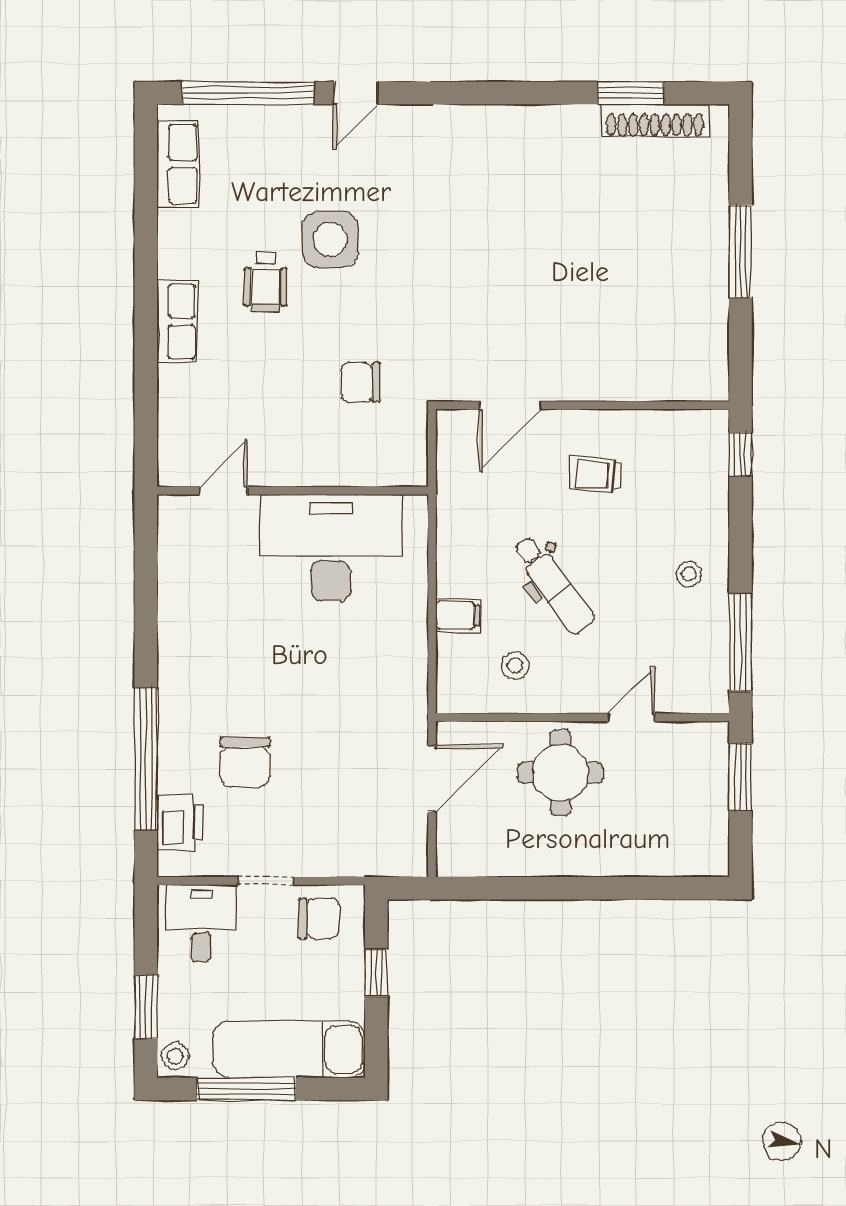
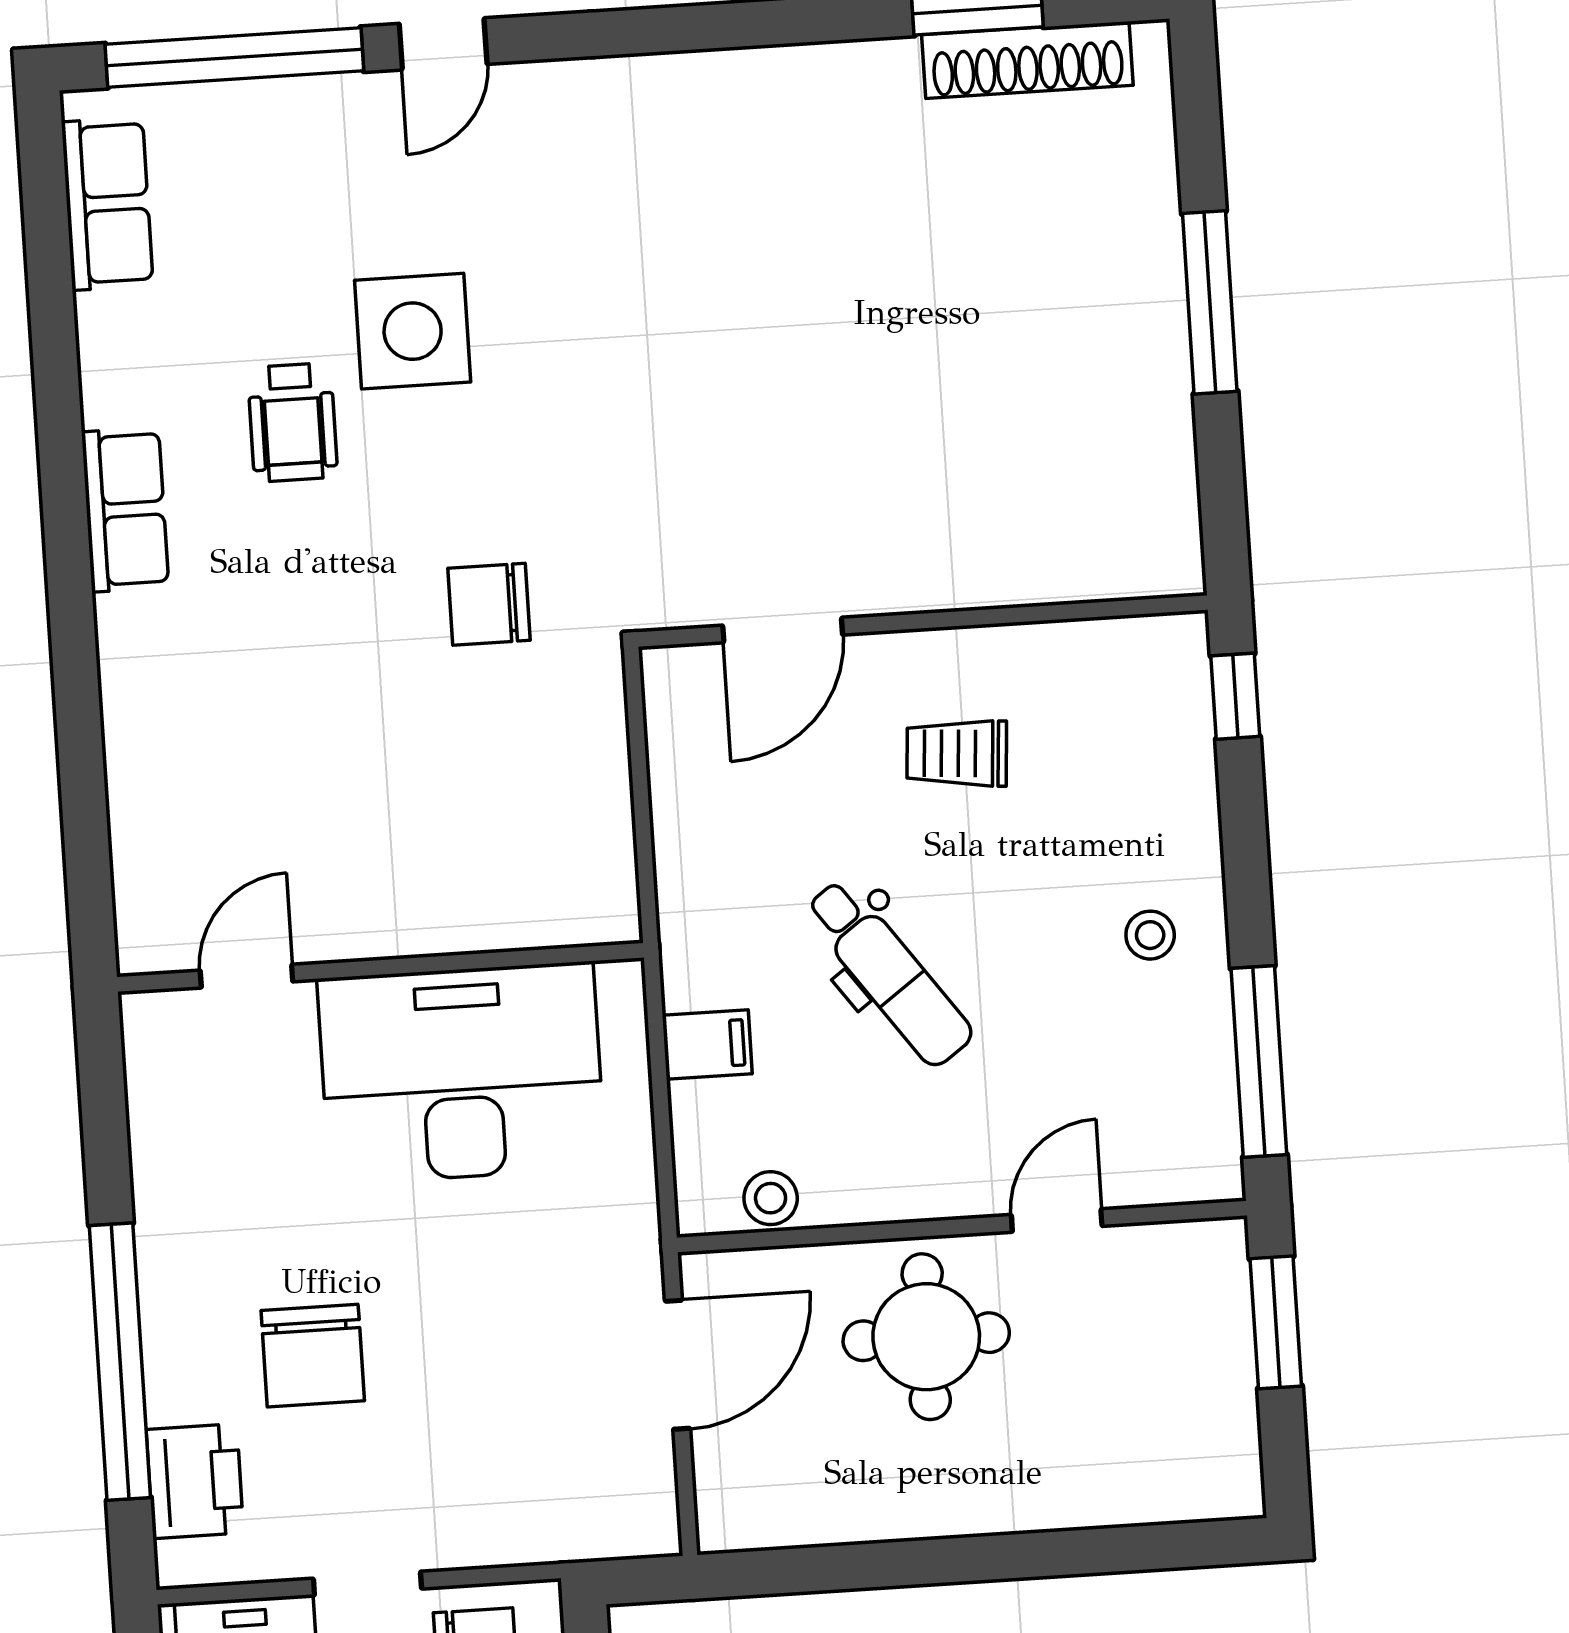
door: (224, 491) -> (247, 976), moved
wall: (293, 491) -> (380, 967), moved
desk: (331, 548) -> (461, 1073), moved
stool: (515, 665) -> (771, 1198), moved

